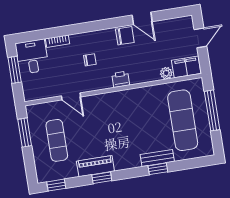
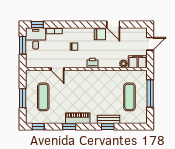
window: (31, 36) -> (37, 25), added
exercise mat: (183, 120) -> (129, 97), width x0.73, depth x0.69
window: (25, 132) -> (23, 98), moved
piano: (95, 166) -> (78, 118), moved

